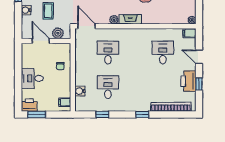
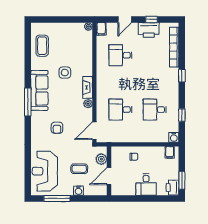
water cooler: (80, 91) -> (174, 137), moved

